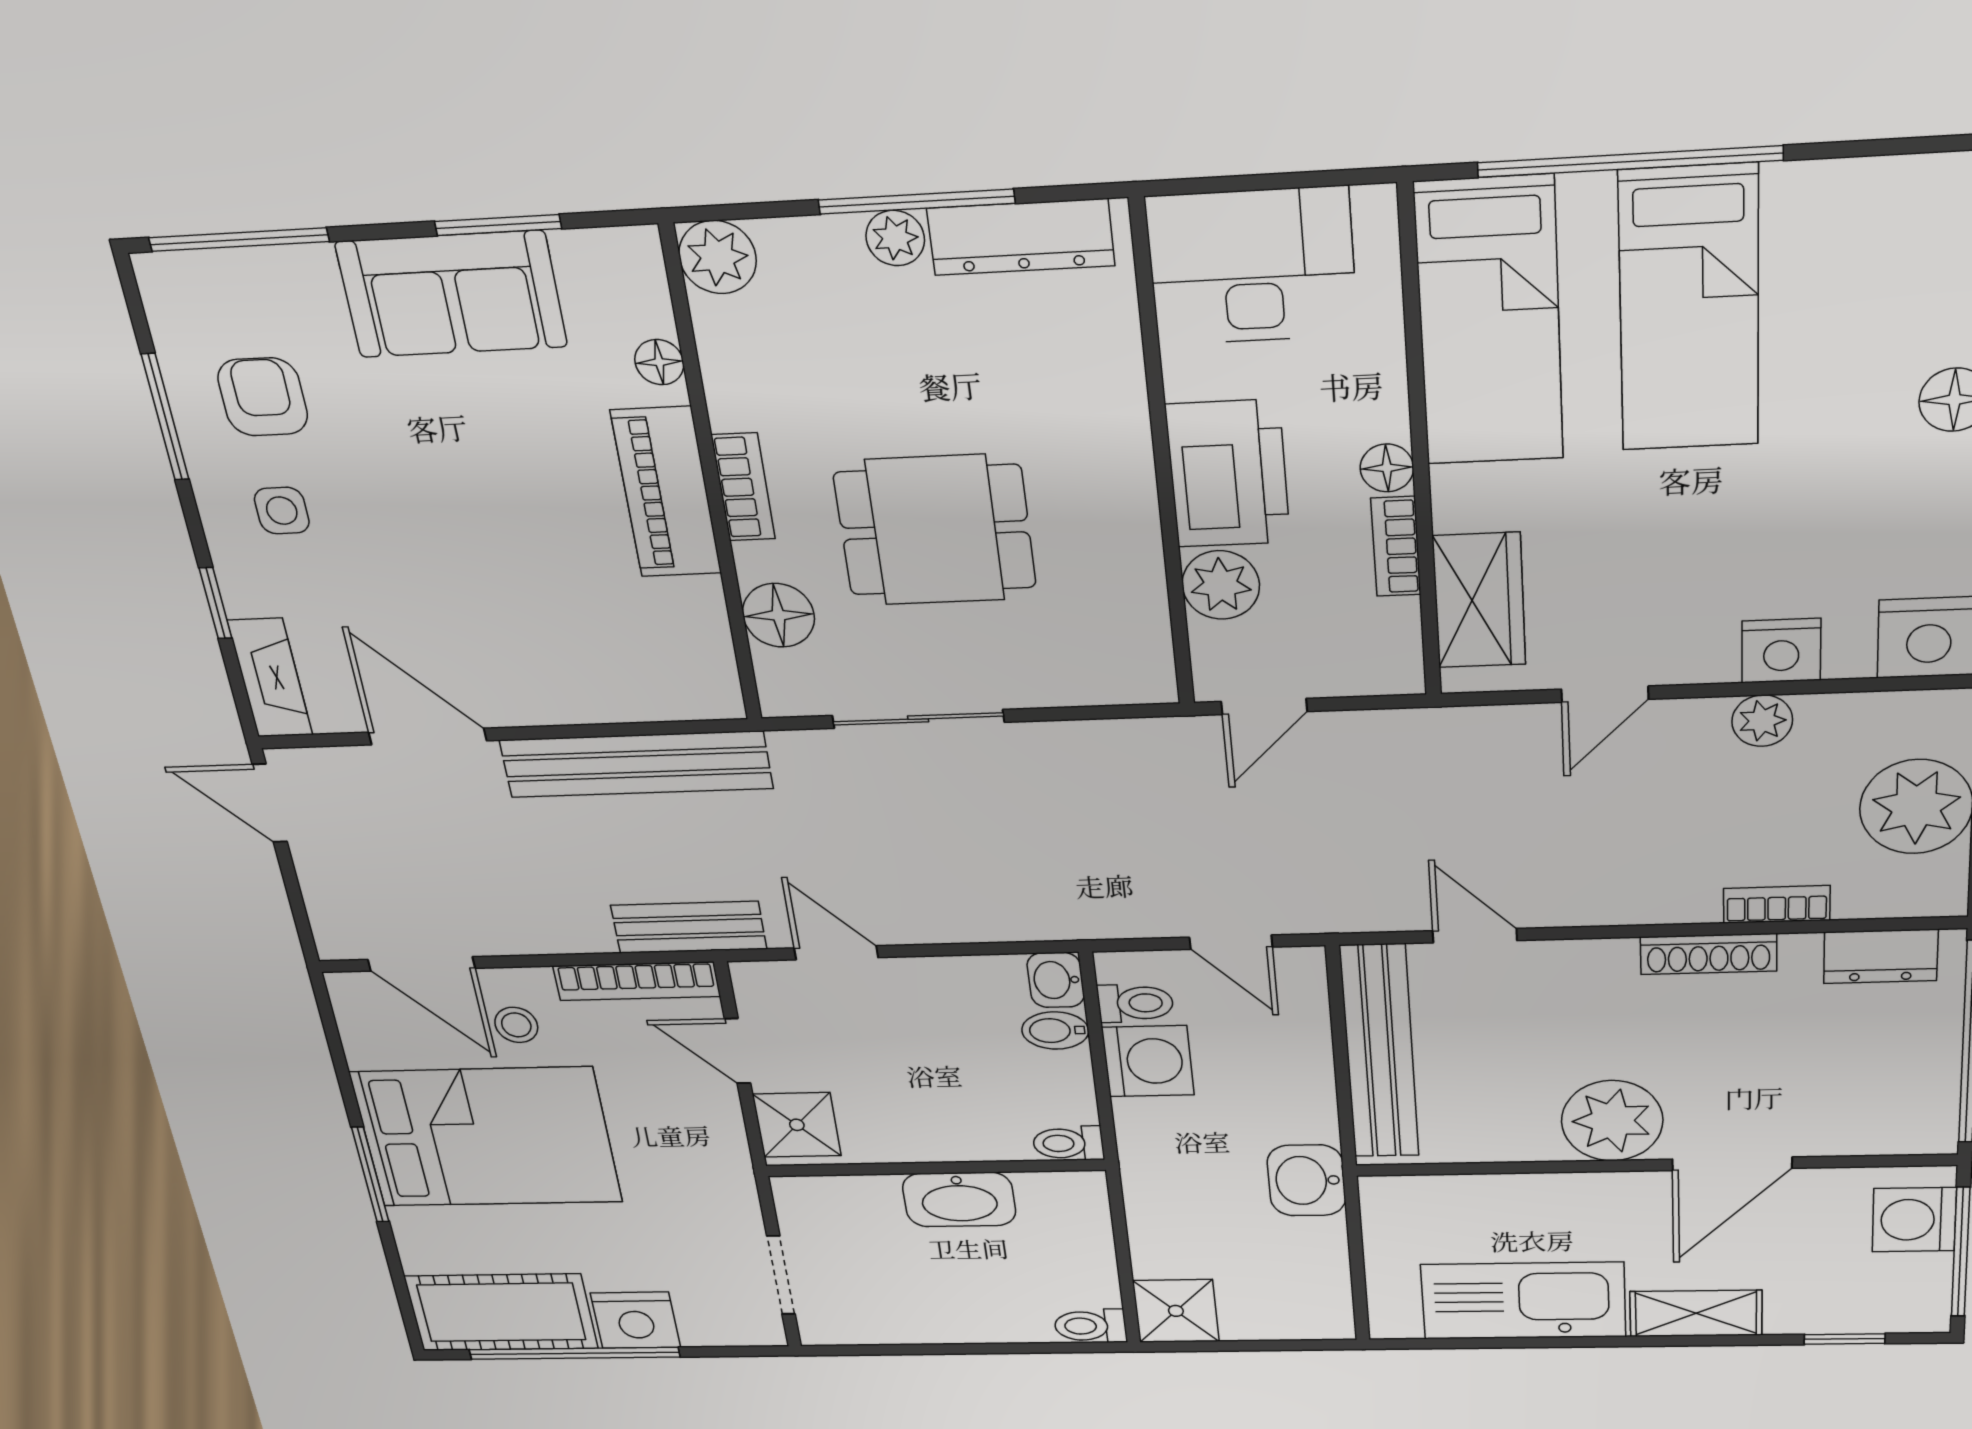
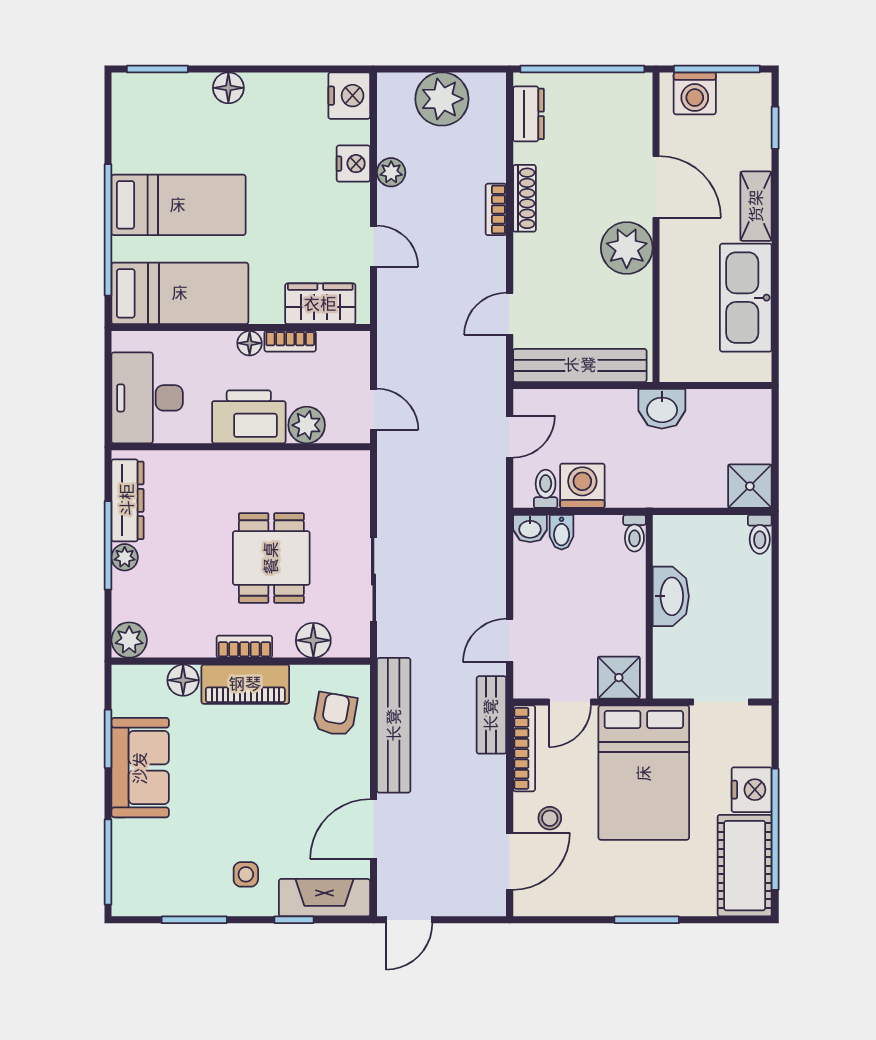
floor lamp: (659, 362) -> (183, 680), width x1.37, depth x1.37
armchair: (263, 397) -> (335, 714), moved, turned 100
fireplace: (270, 678) -> (325, 898), width x1.37, depth x1.32
bookcase: (1777, 904) -> (496, 209), moved
bed: (487, 1137) -> (644, 773), moved, turned 180

